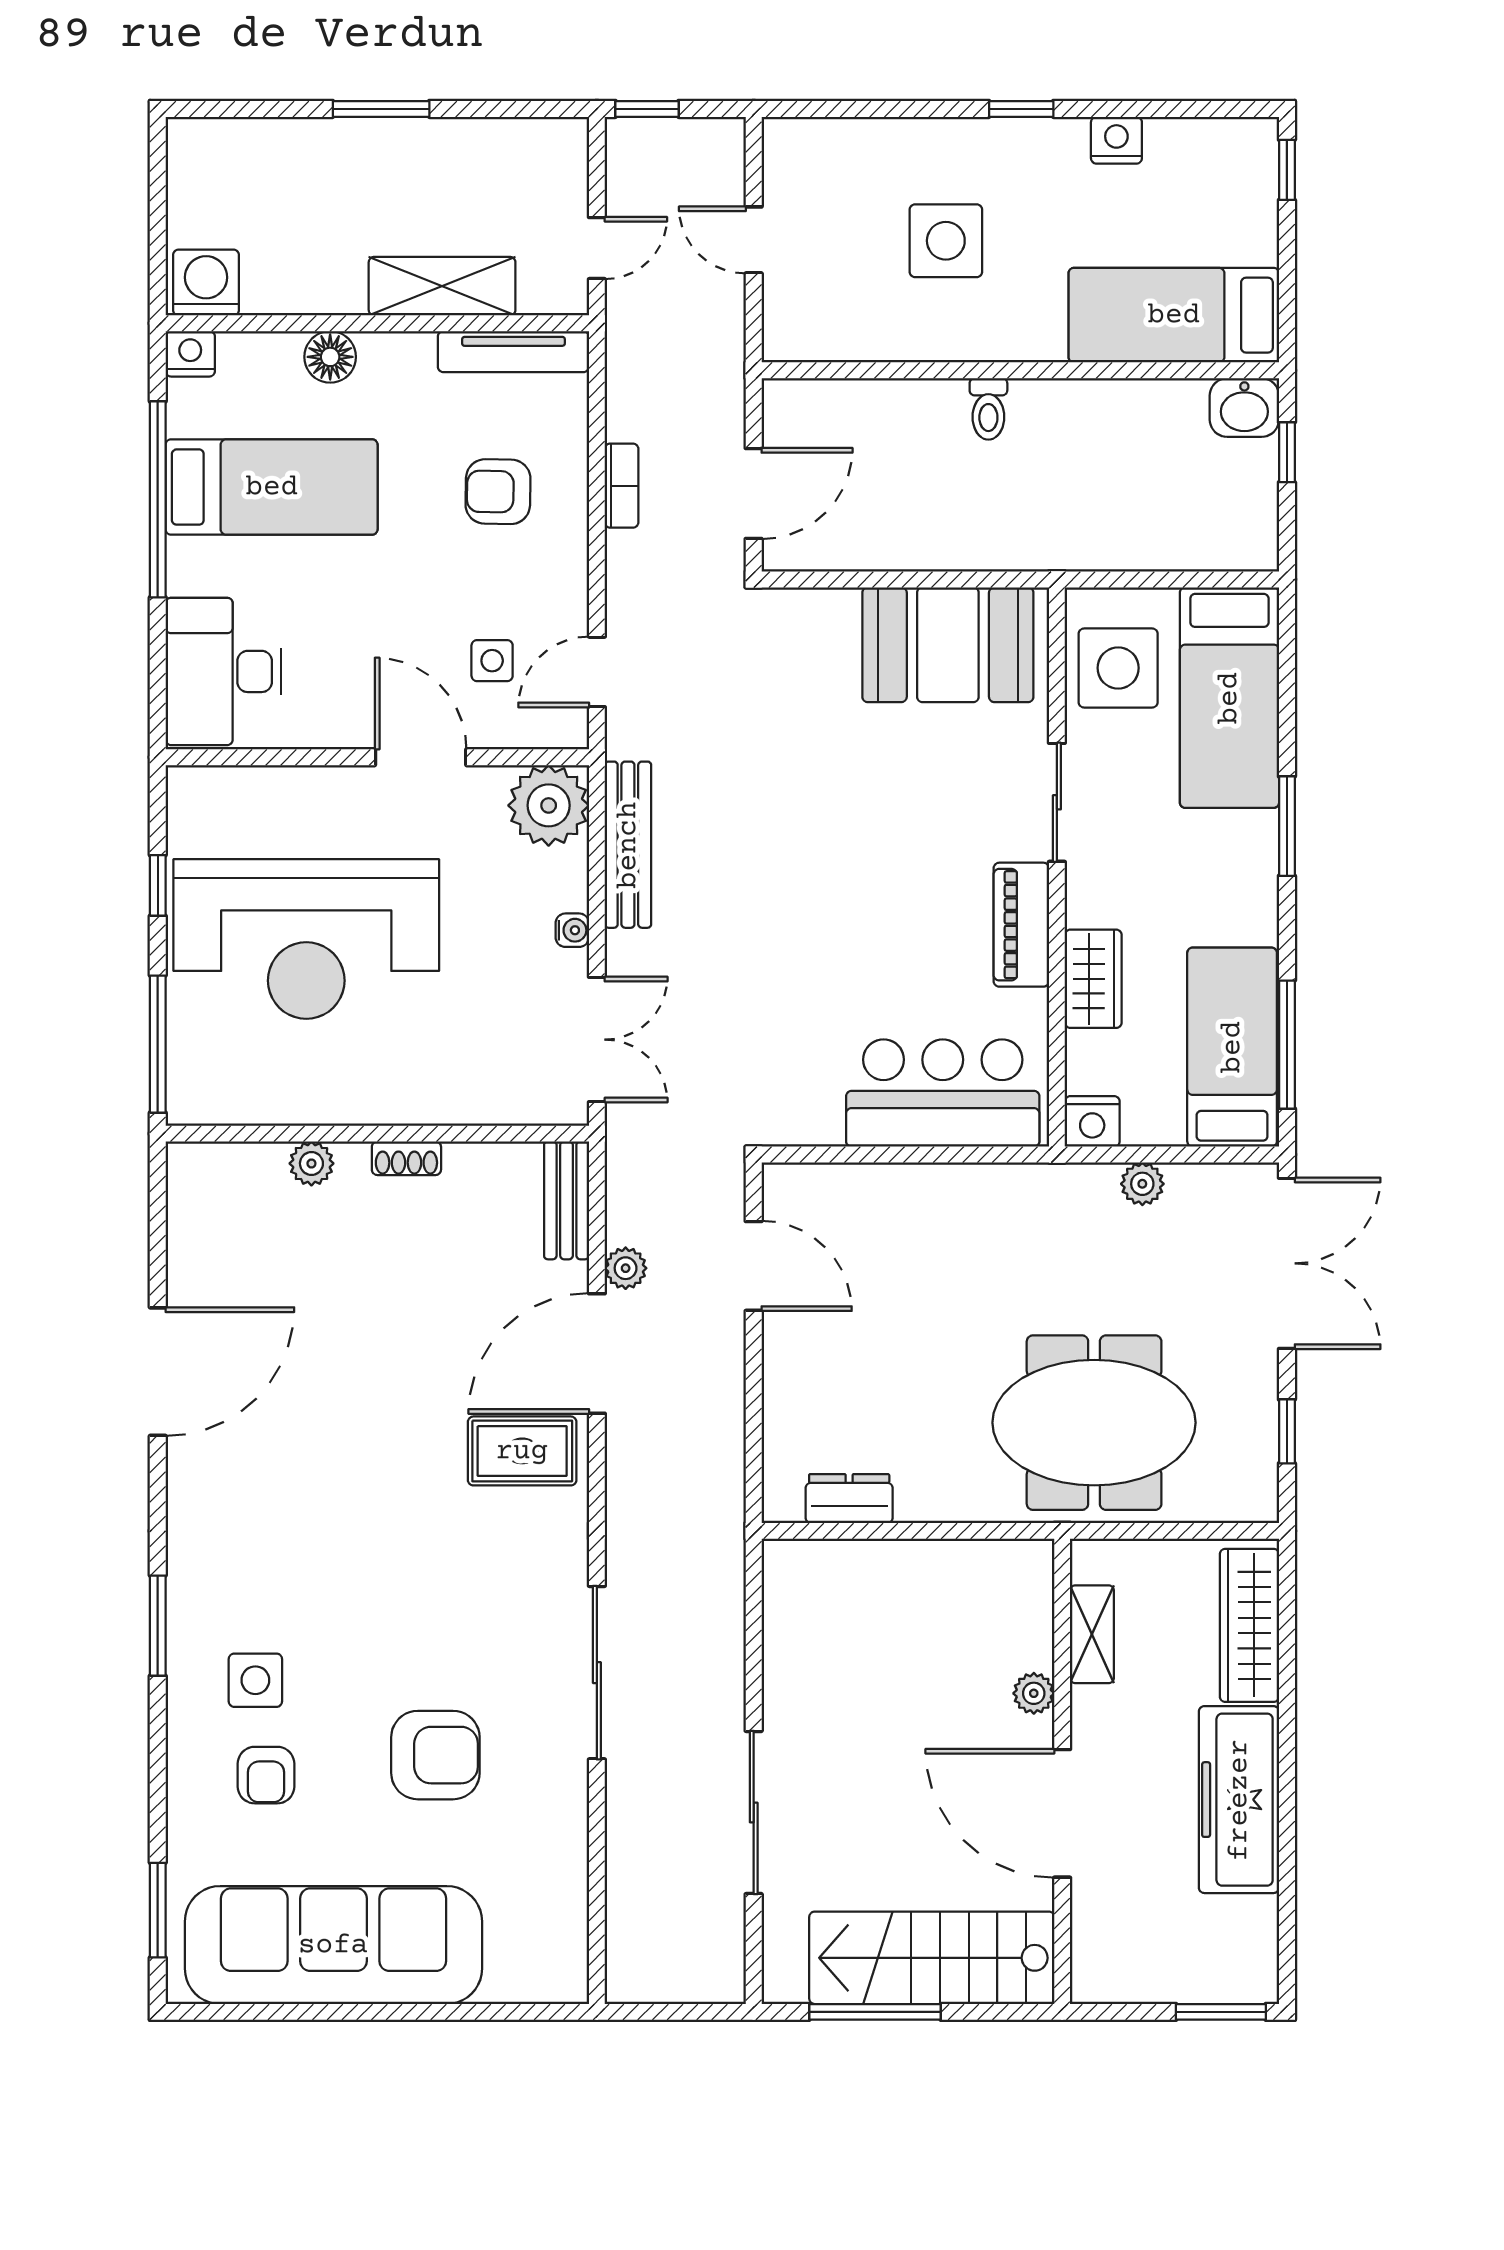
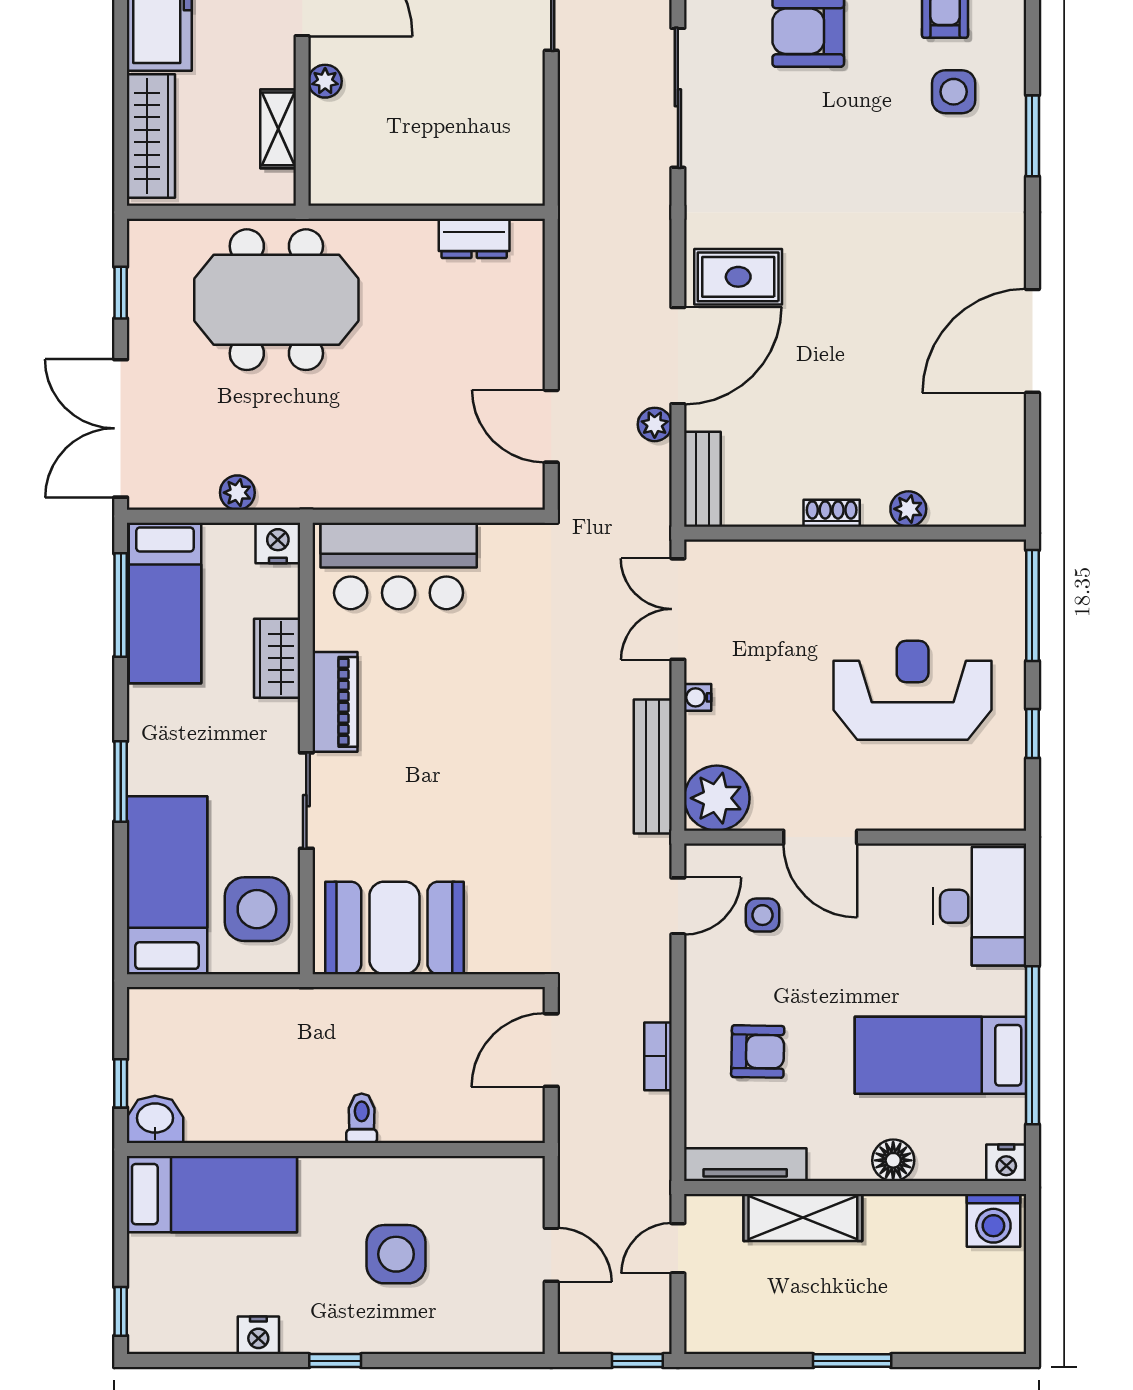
reception desk: (306, 939) -> (913, 690), width x0.74, depth x0.77

